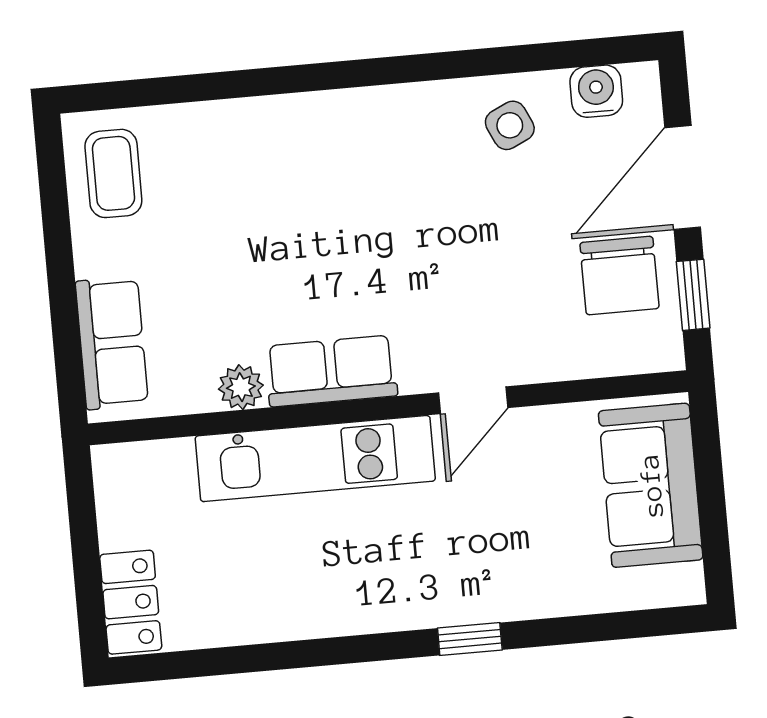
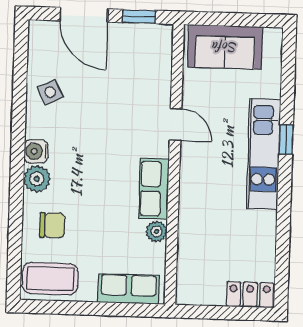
water cooler: (596, 91) -> (36, 151), moved
plant: (322, 119) -> (37, 179), added
coffee table: (113, 173) -> (50, 279), width x1.36, depth x1.30
chair: (619, 276) -> (52, 225), moved, width x0.73, depth x0.73
kitchen unit: (315, 459) -> (264, 154), moved, turned 180

